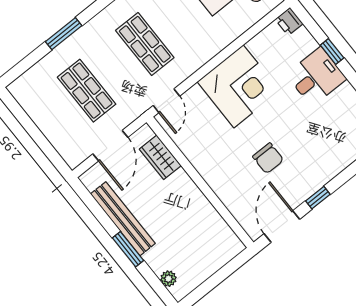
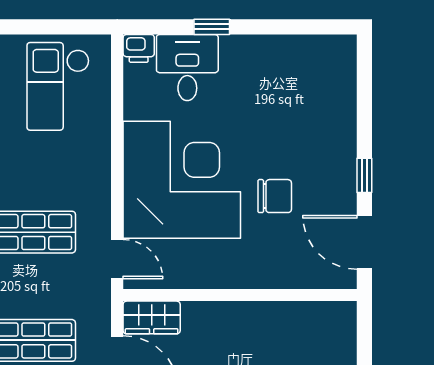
desk: (316, 77) -> (187, 68), moved
corner desk: (239, 86) -> (182, 180), width x1.36, depth x1.36
wardrobe: (160, 157) -> (152, 317), moved

